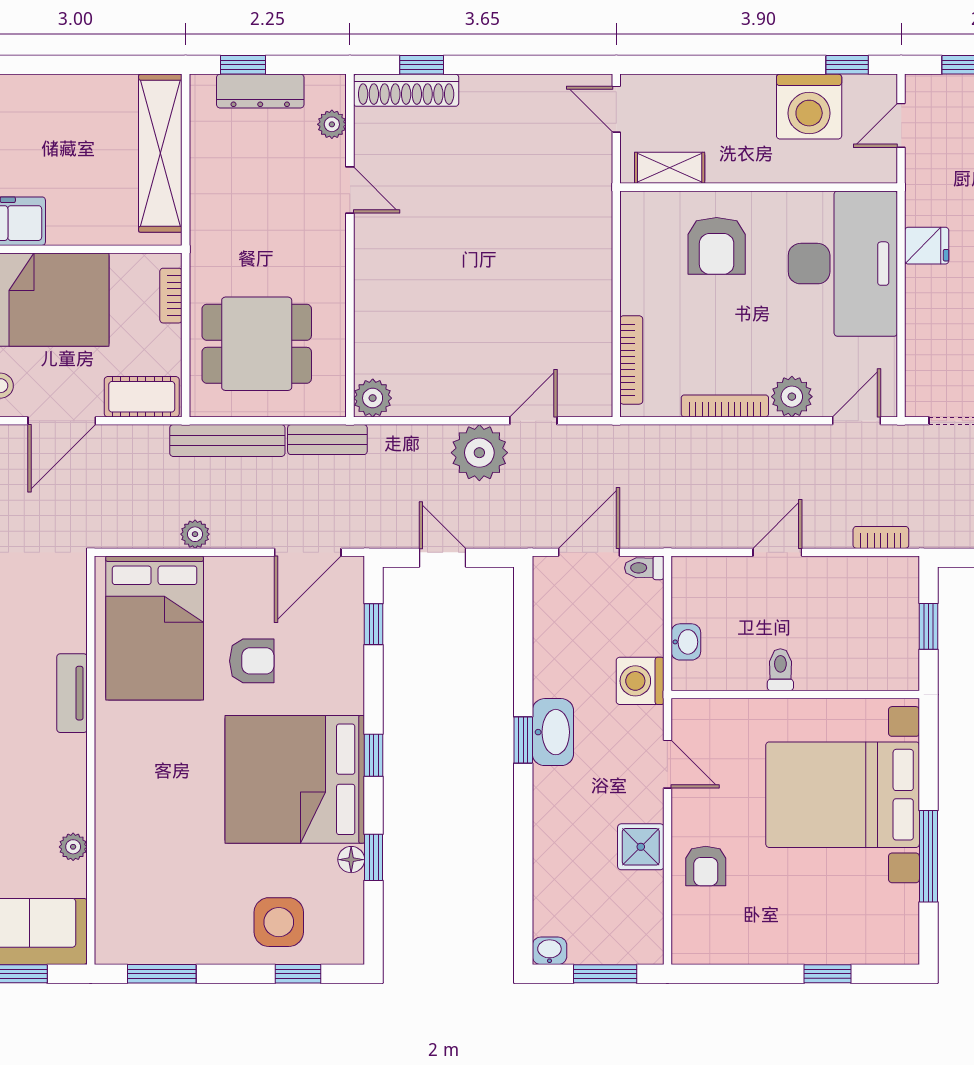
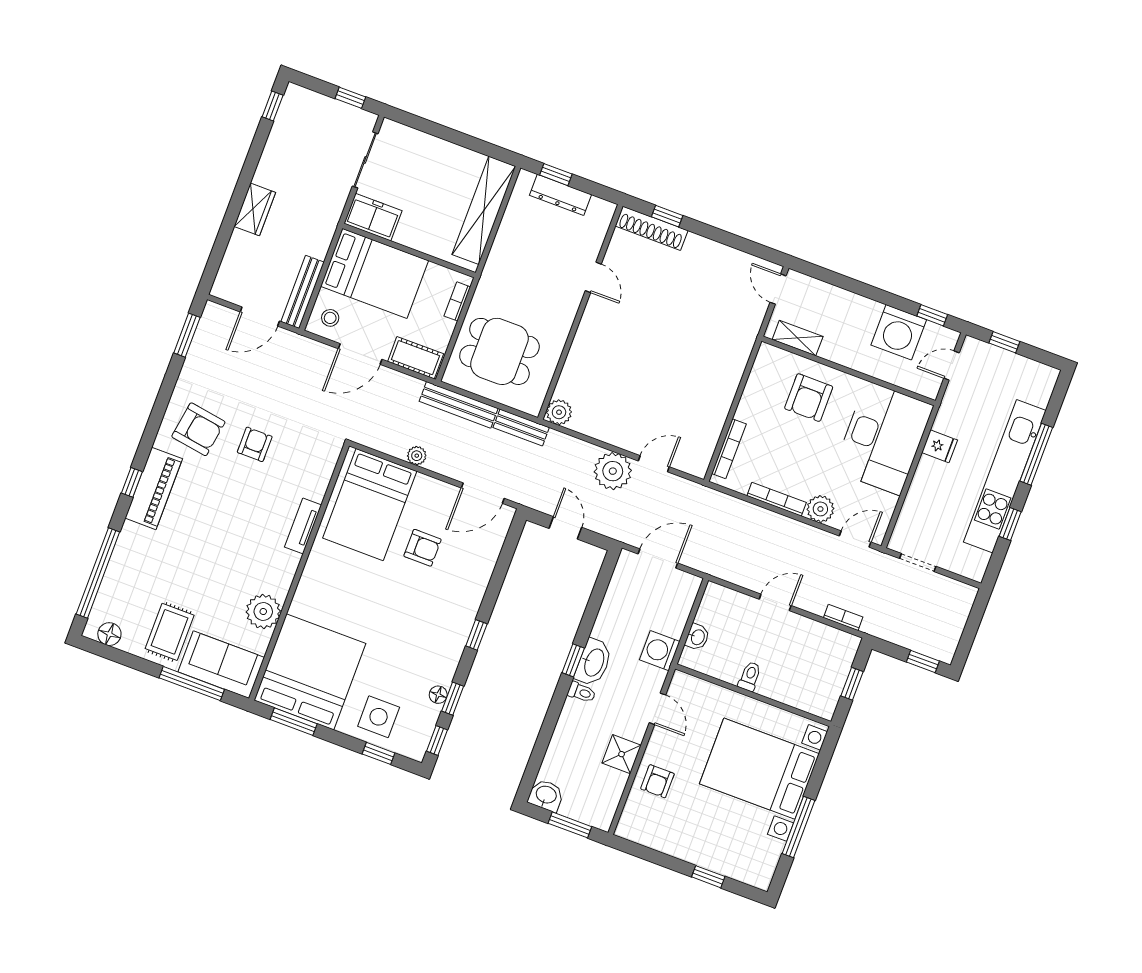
plant: (332, 124) -> (597, 232), removed
toilet: (644, 568) -> (582, 692), moved, turned 180
window: (374, 624) -> (437, 740), moved
bed: (295, 779) -> (310, 672), moved, turned 90
plant: (73, 847) -> (263, 611), width x1.88, depth x1.88
washbasin: (549, 951) -> (546, 795), width x1.38, depth x1.45

